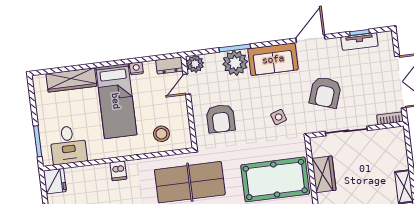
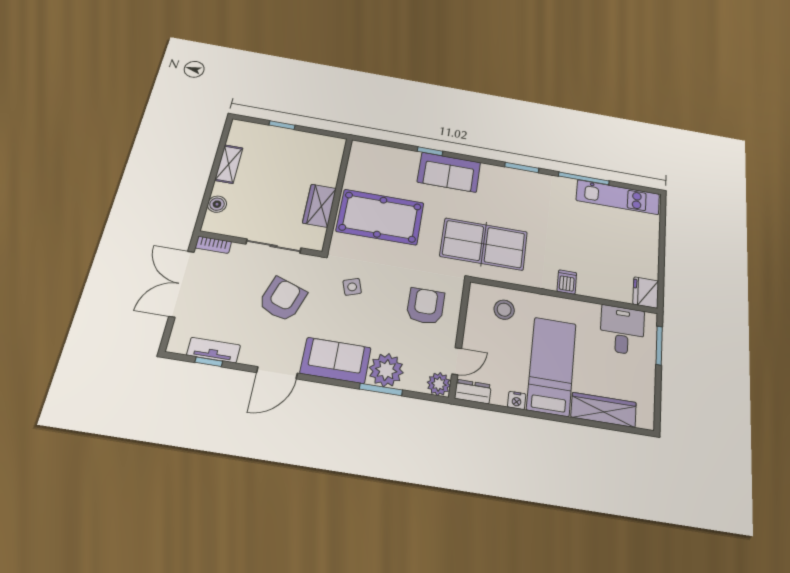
boiler: (400, 151) -> (217, 204), added

